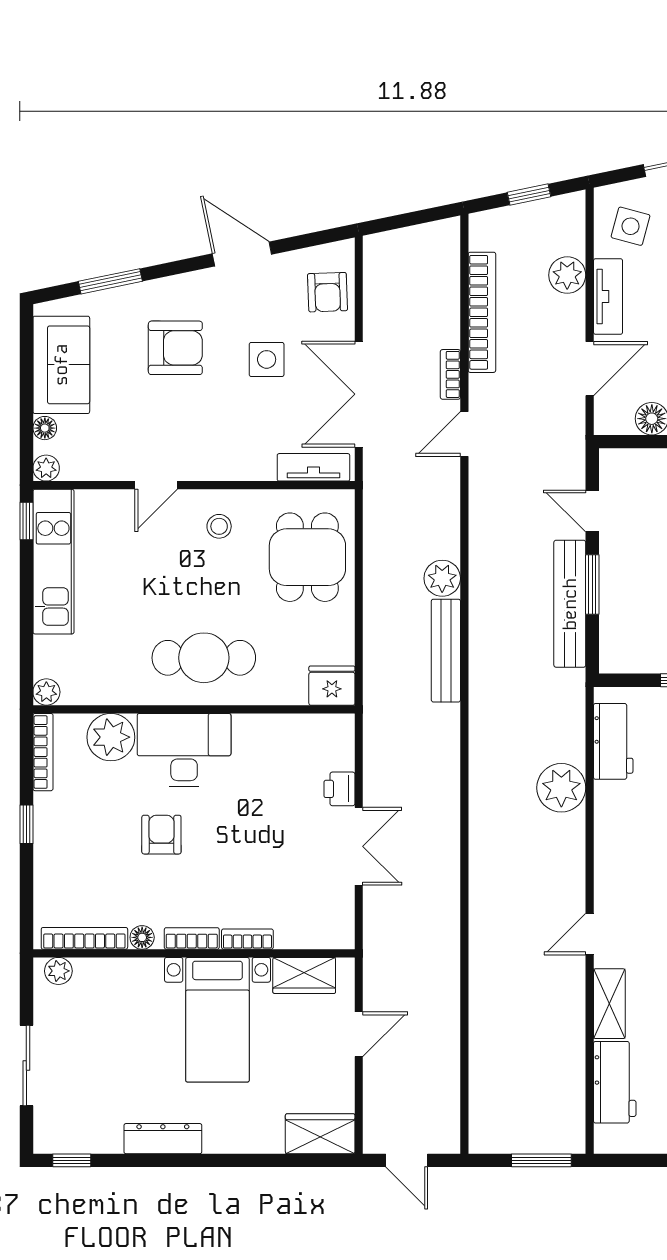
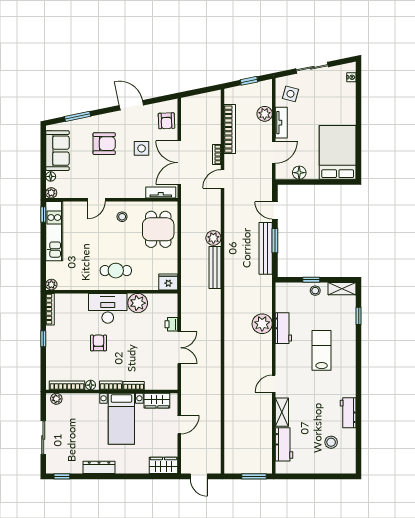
cafe table: (204, 658) -> (116, 271), width x0.73, depth x0.74
plant: (111, 737) -> (138, 303), moved
workbench: (613, 741) -> (283, 328), moved

